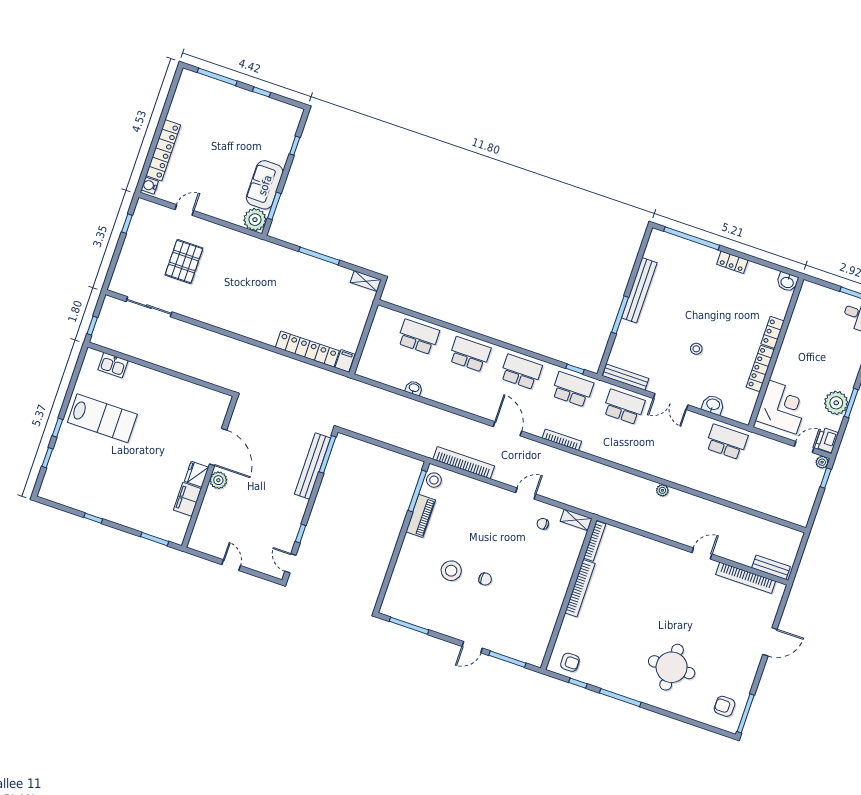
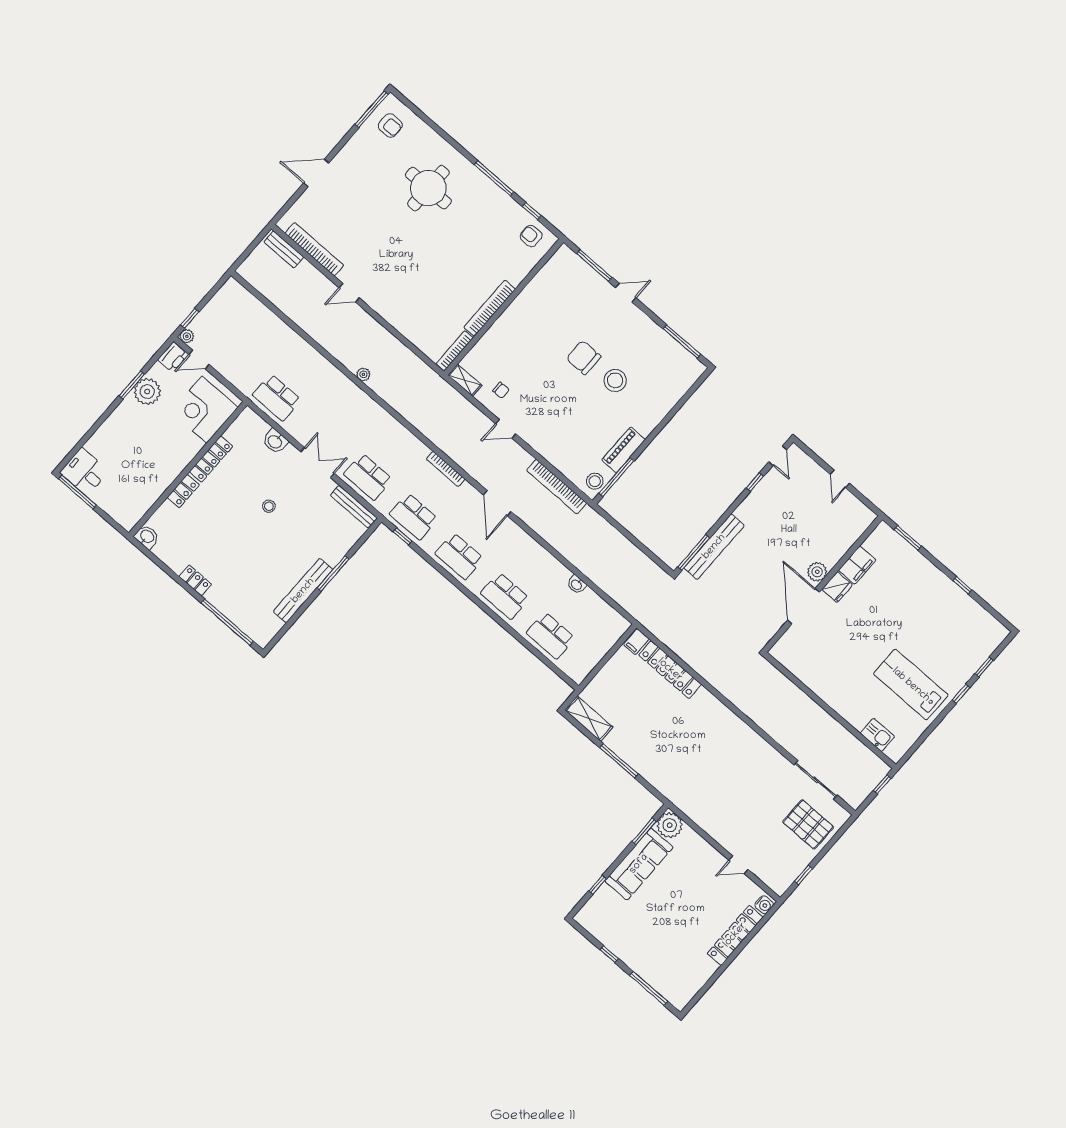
sofa: (265, 185) -> (639, 864), width x1.36
pallet: (184, 262) -> (808, 824), moved, turned 90
shelving: (366, 281) -> (589, 719), width x1.50, depth x1.33
chair: (485, 579) -> (584, 358), width x1.87, depth x1.87

